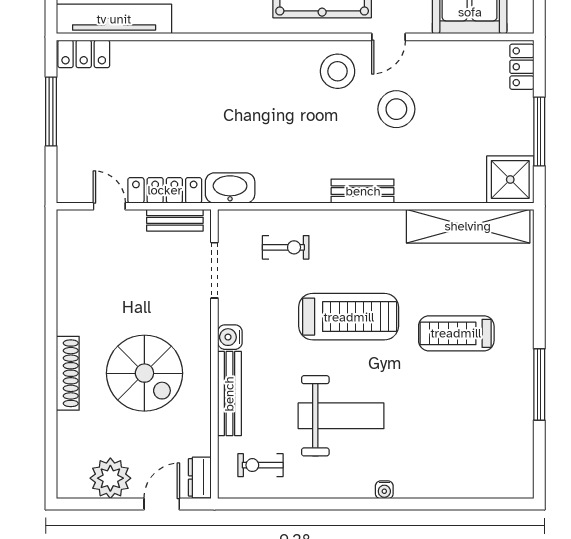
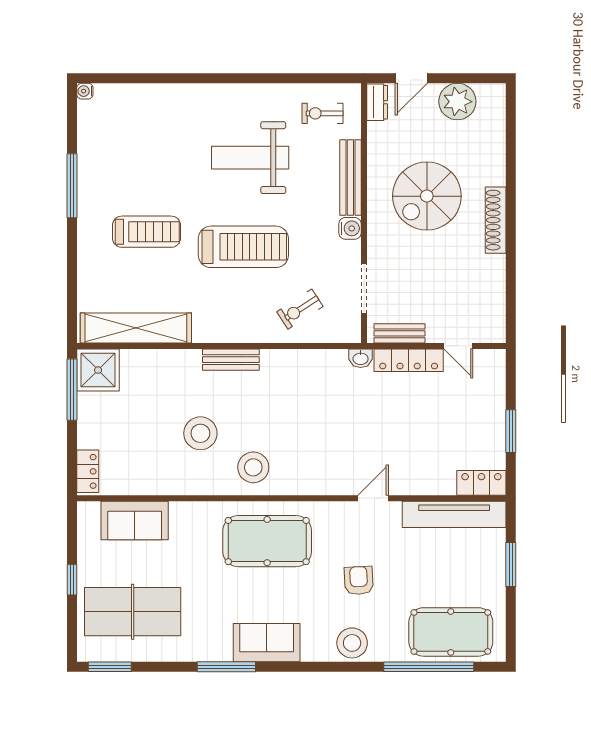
door: (389, 37) -> (373, 498), moved
window: (51, 111) -> (511, 431), width x0.69
window: (539, 131) -> (72, 390), moved
washbasin: (230, 188) -> (361, 358), width x0.52, depth x0.69
exercise bike: (286, 247) -> (300, 309), turned -33
treadmill: (349, 317) -> (243, 247), turned 180
shoe rack: (68, 373) -> (496, 220), moved
spiral stairs: (144, 373) -> (427, 196), turned -90
exercise bike: (260, 465) -> (323, 113), turned 180
water cooler: (384, 490) -> (85, 91), moved, turned -90

